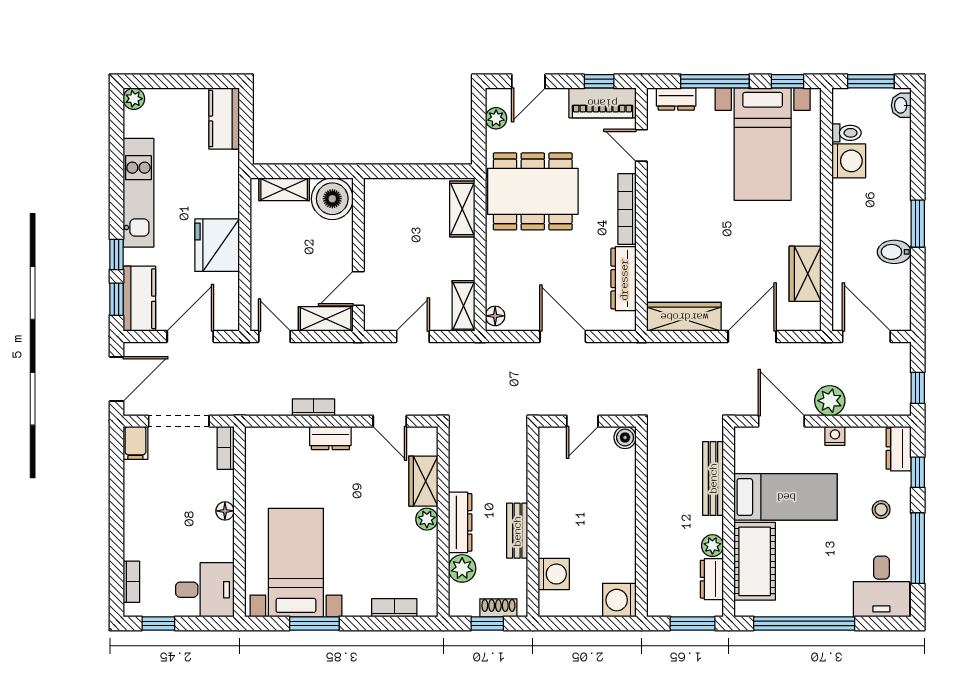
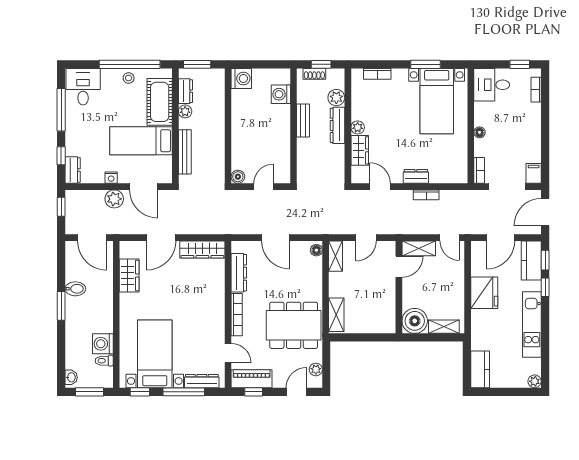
dresser: (676, 99) -> (202, 381), width x1.44
stool: (881, 510) -> (129, 78), moved

